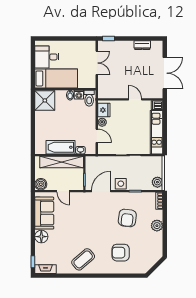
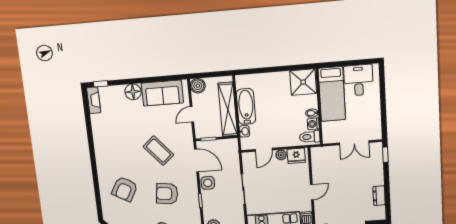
armchair: (121, 253) -> (125, 189), turned -151
coffee table: (83, 259) -> (158, 151), moved

